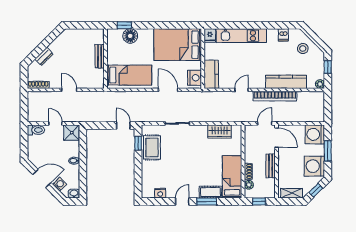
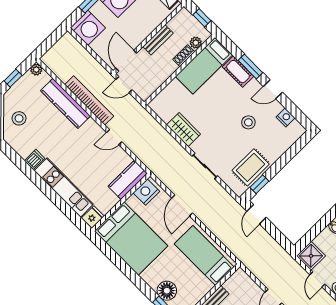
dishwasher: (283, 35) -> (35, 160), moved
wardrobe: (219, 132) -> (184, 130), moved
stool: (177, 170) -> (248, 122), added

